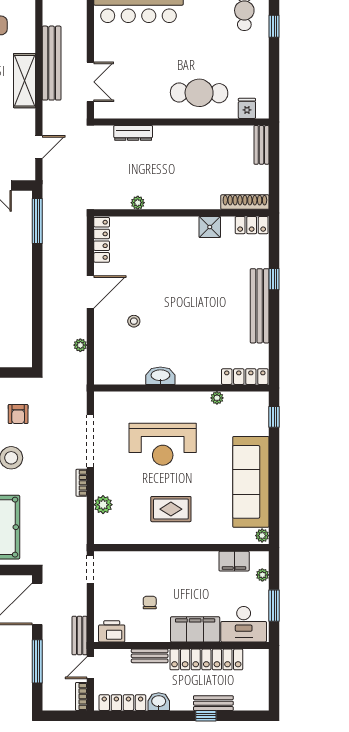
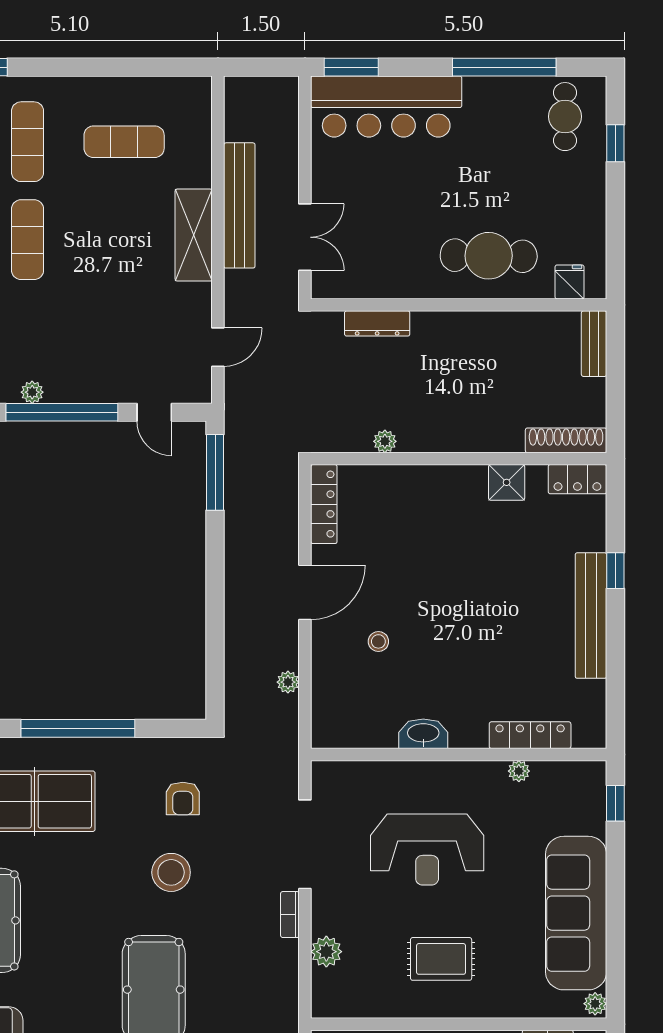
locker: (245, 377) -> (530, 735), moved

